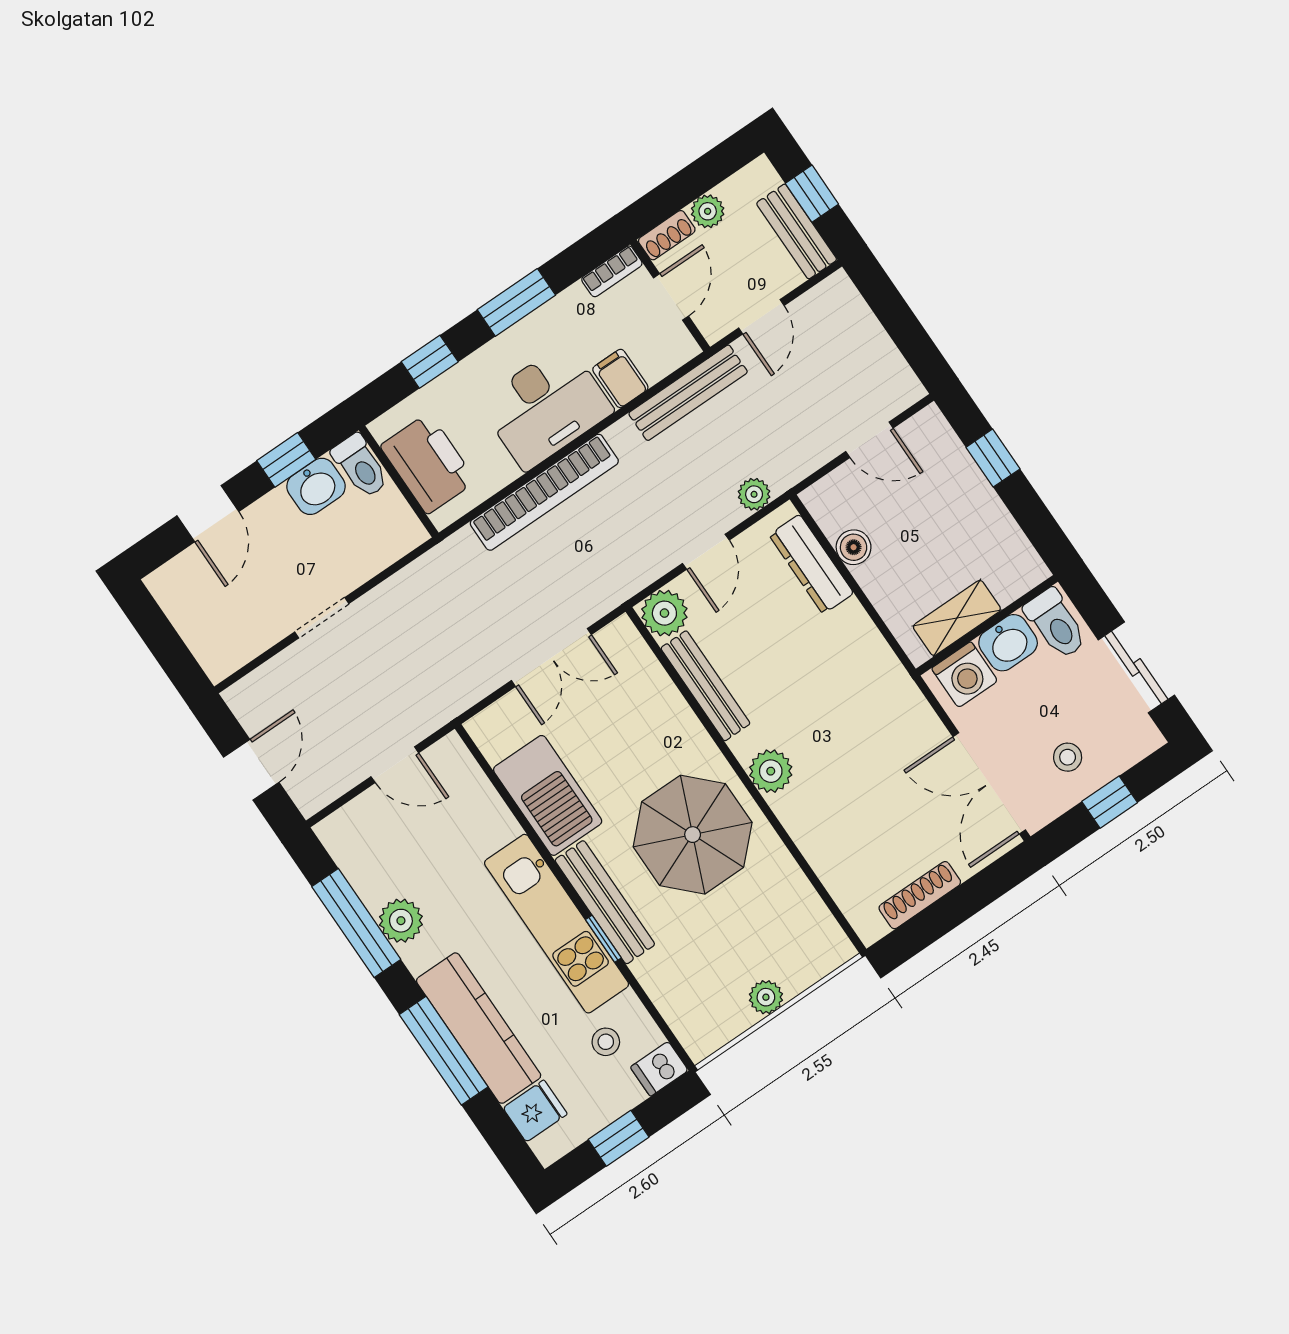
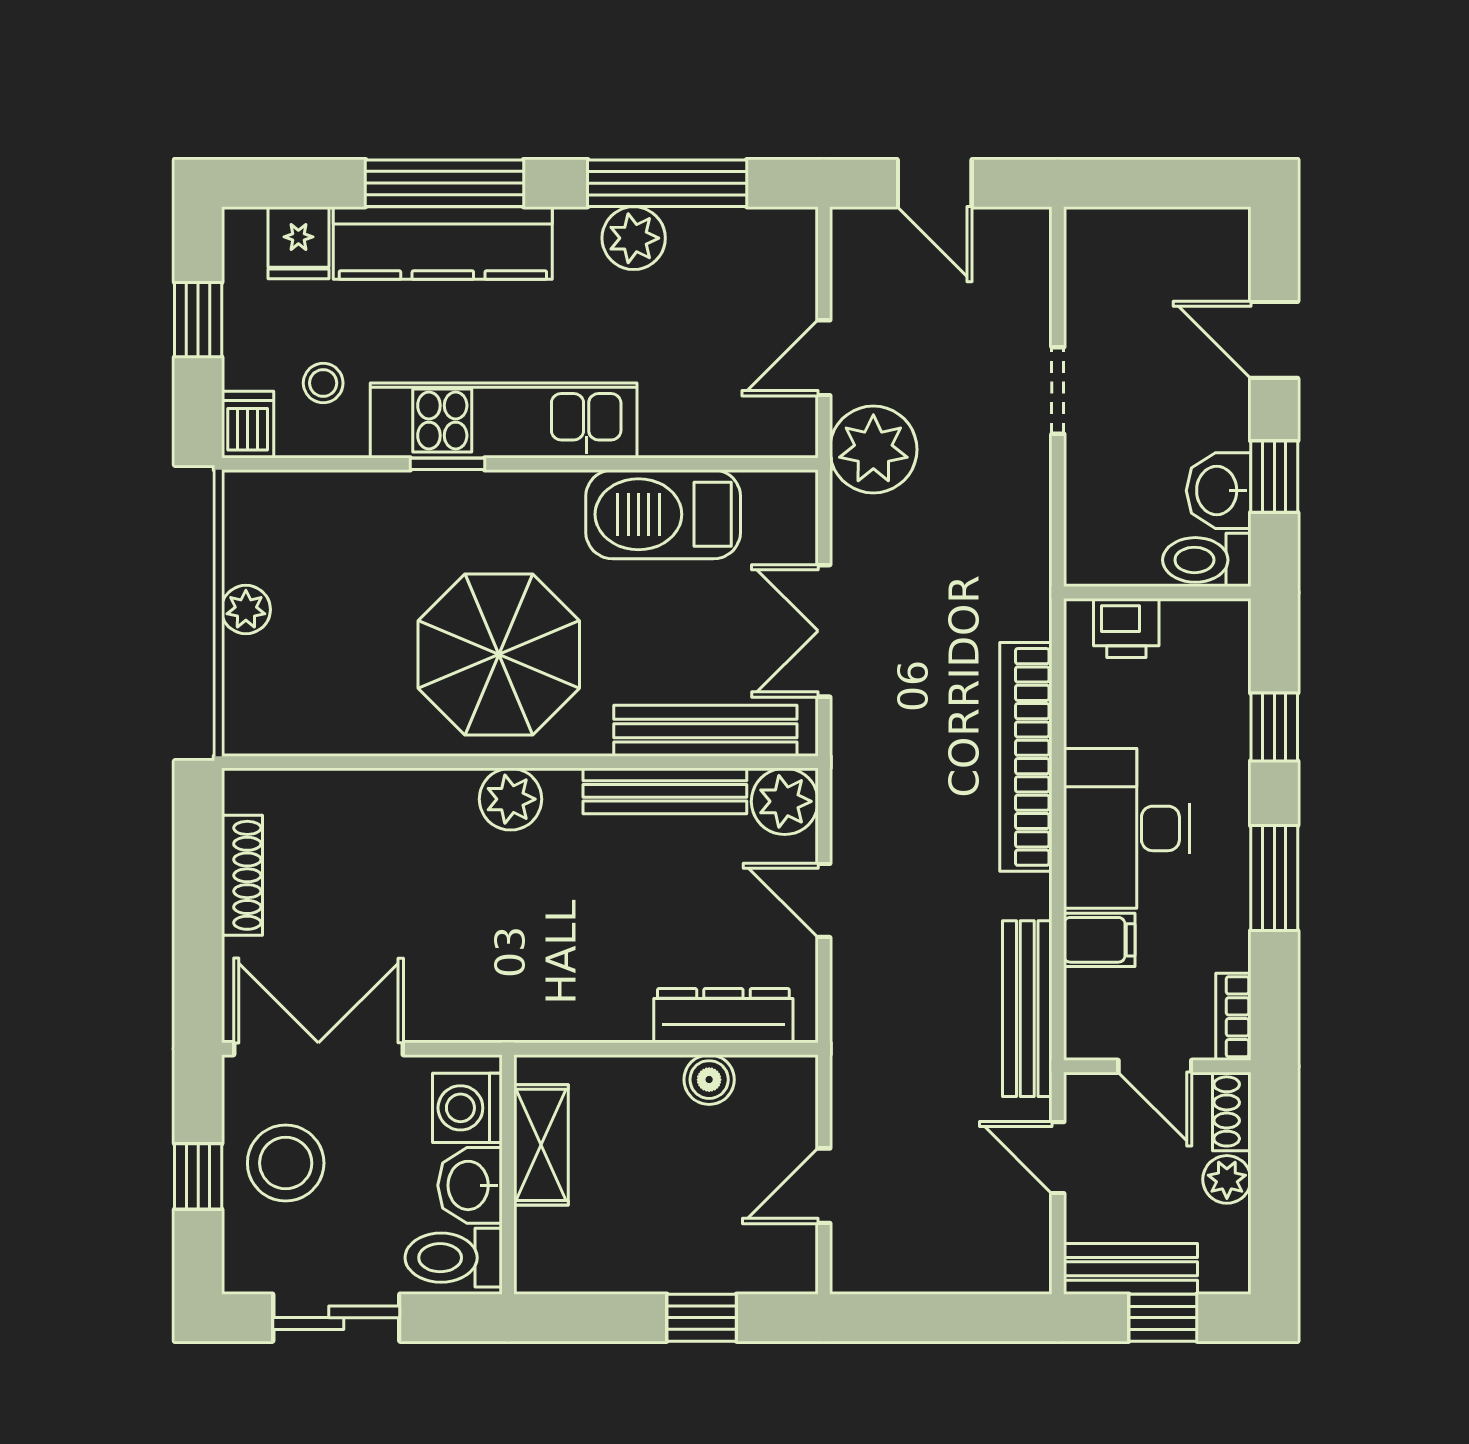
printer: (428, 463) -> (1126, 628), width x0.53, depth x0.68
plant: (754, 494) -> (873, 450), moved, width x1.88, depth x1.88
stool: (1068, 757) -> (286, 1163), width x1.89, depth x1.89
bench: (605, 902) -> (705, 731), moved

